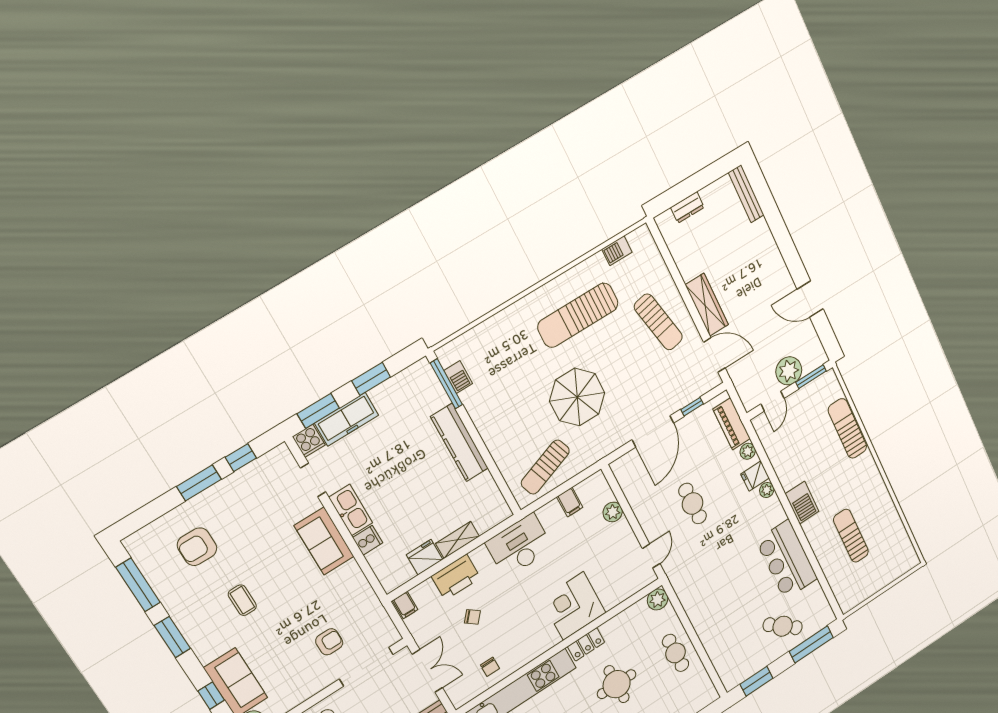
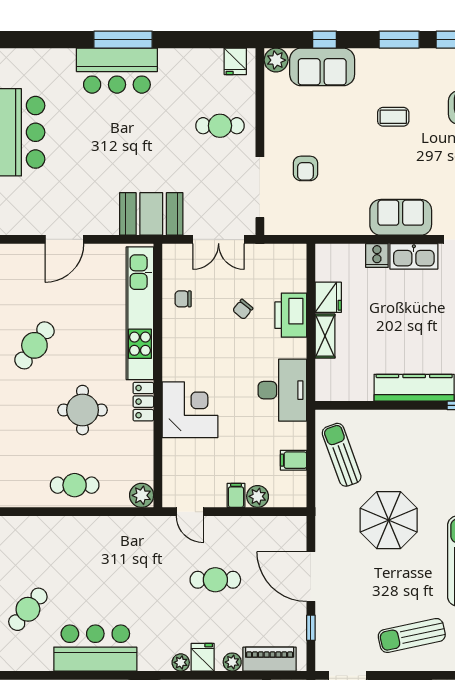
filing cabinet: (405, 605) -> (236, 495), moved, turned 90

